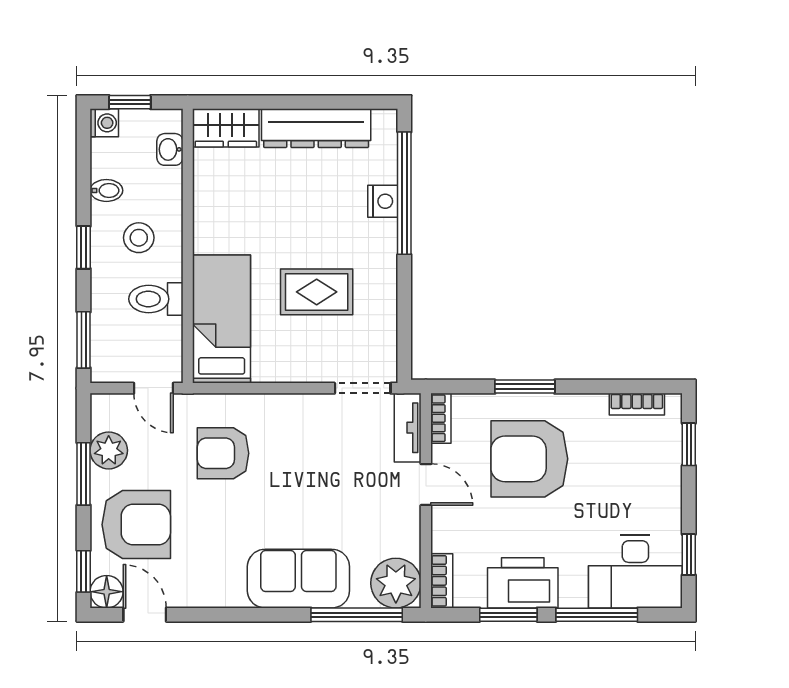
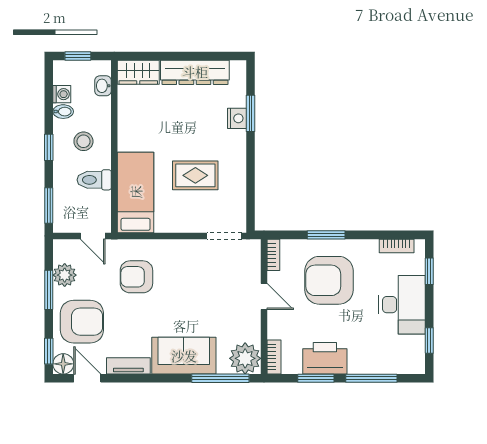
washing machine: (104, 123) -> (62, 94), moved
window: (404, 193) -> (250, 113), width x0.47
tv unit: (408, 428) -> (128, 366), moved, turned 90
desk: (635, 571) -> (402, 305), moved, turned -90

